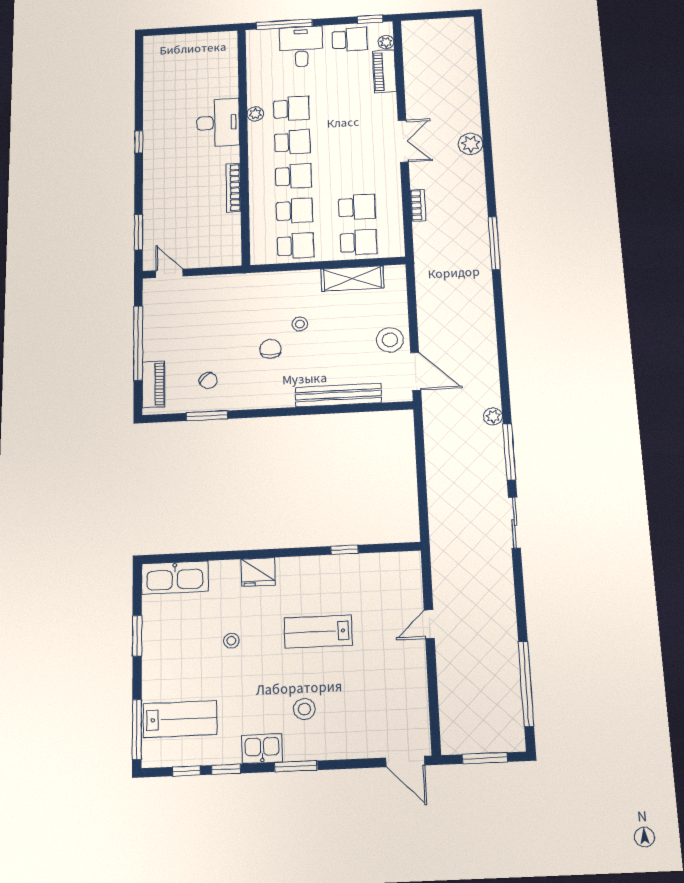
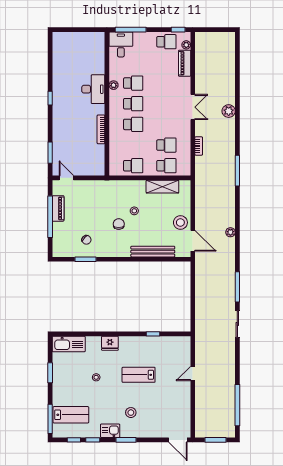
desk: (301, 47) -> (121, 44), moved
school desk: (294, 211) -> (133, 145), removed
piano: (153, 384) -> (58, 208), moved
plant: (493, 416) -> (230, 232), moved

